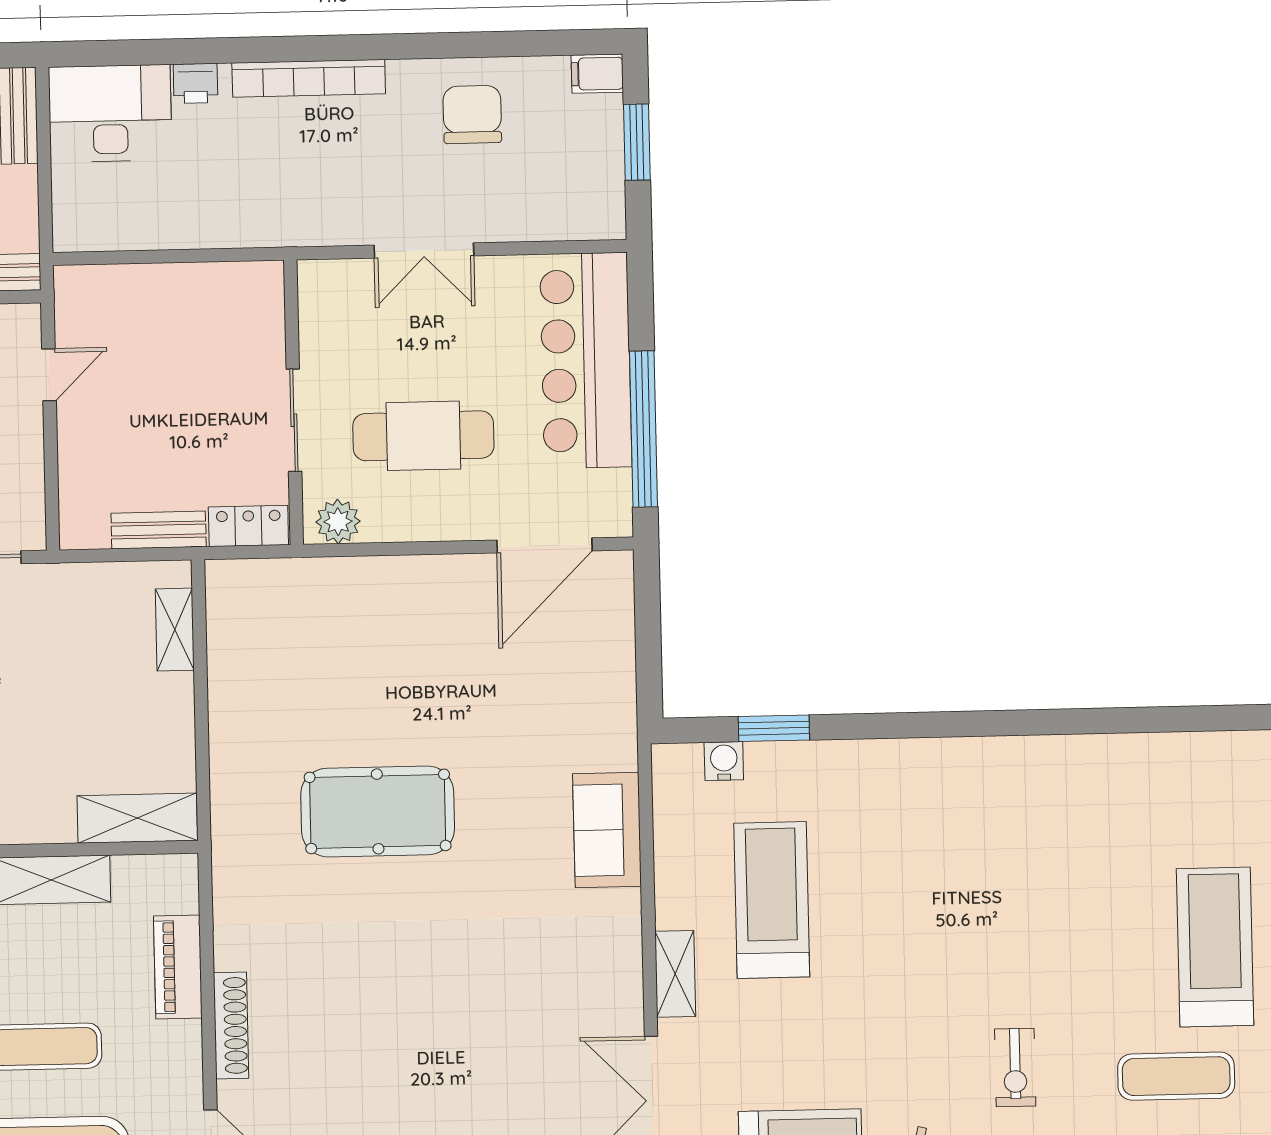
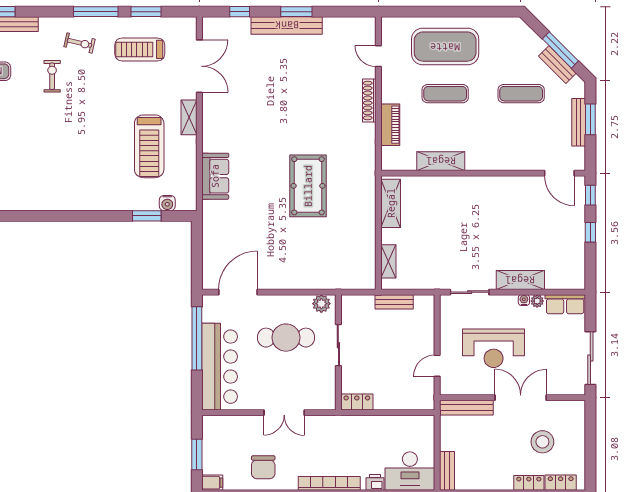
double door: (424, 251) -> (284, 413), swing flipped
locker: (248, 526) -> (357, 402), moved, turned 180
pool table: (378, 811) -> (308, 186), turned 90
shelving: (137, 818) -> (391, 203), moved, turned 90

